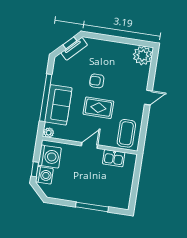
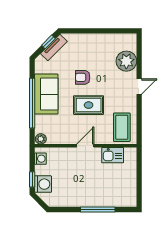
plant: (143, 55) -> (126, 61), moved
sofa: (58, 105) -> (46, 94), moved
washing machine: (50, 157) -> (40, 159), width x0.53, depth x0.53

